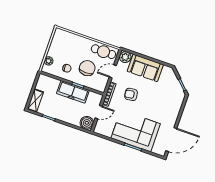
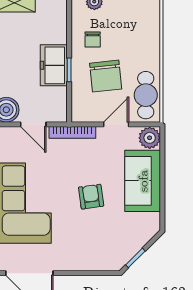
chair: (87, 68) -> (106, 76), turned 84
door: (113, 71) -> (116, 124), hinge flipped
freezer: (73, 92) -> (54, 65), width x0.71
armchair: (131, 94) -> (91, 197), moved

